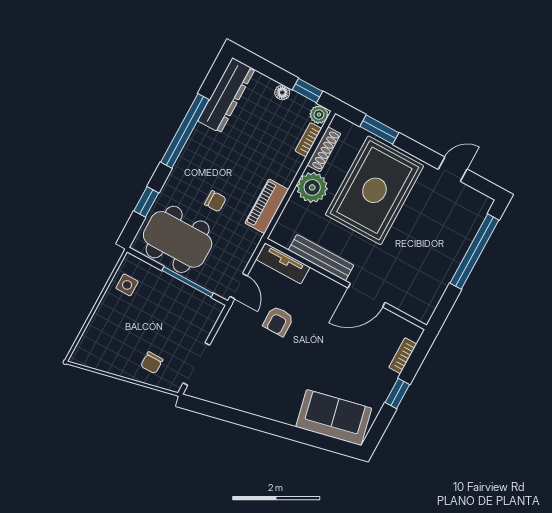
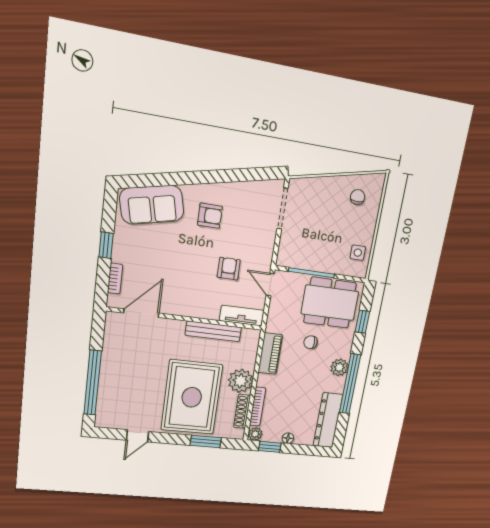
bookcase: (308, 140) -> (258, 407), width x1.56
plant: (191, 157) -> (339, 367), added
door: (367, 295) -> (141, 313), moved
chair: (152, 363) -> (358, 197), moved
armchair: (277, 385) -> (210, 216), added

